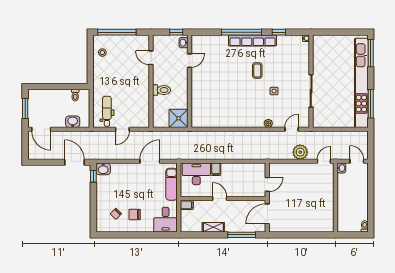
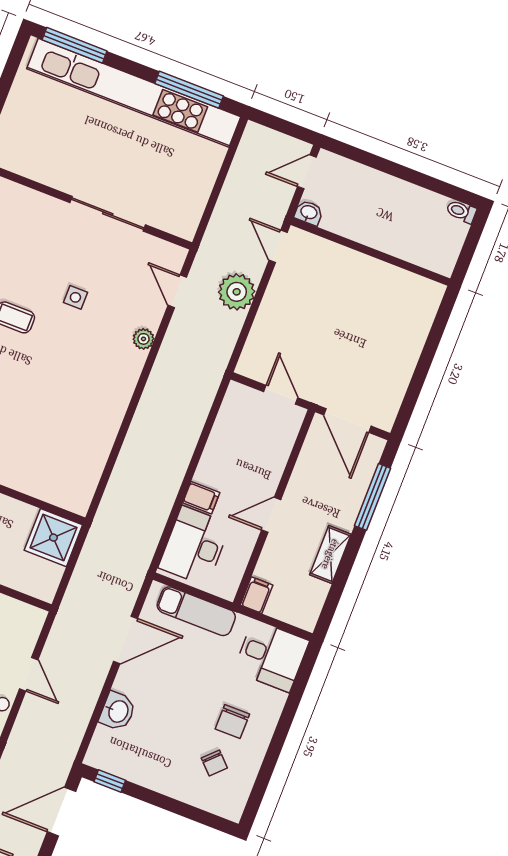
door: (150, 161) -> (125, 640), swing flipped
washbasin: (103, 169) -> (118, 711), moved

